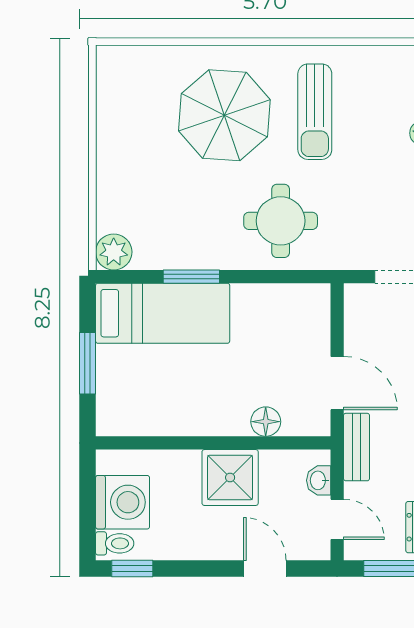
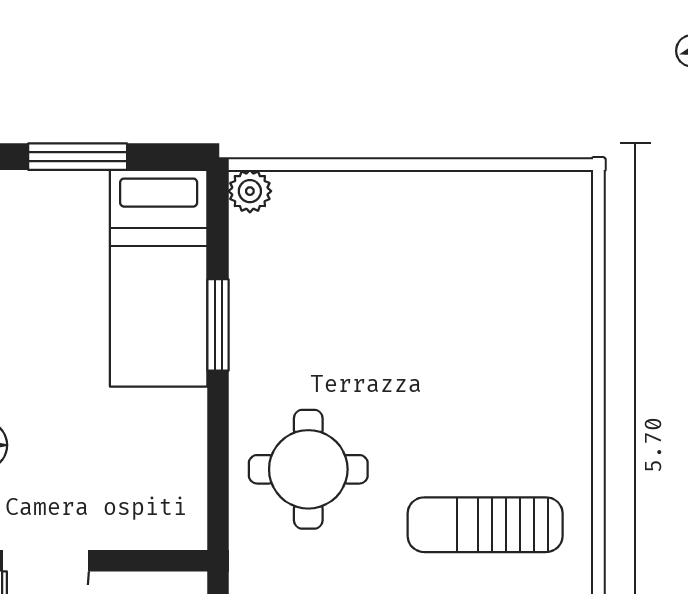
parasol: (224, 115) -> (479, 378), removed
plant: (114, 252) -> (250, 191), width x0.73, depth x0.73

